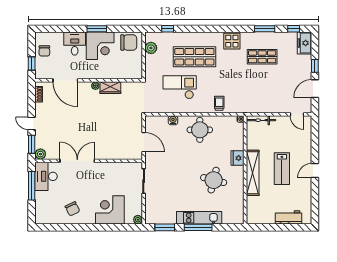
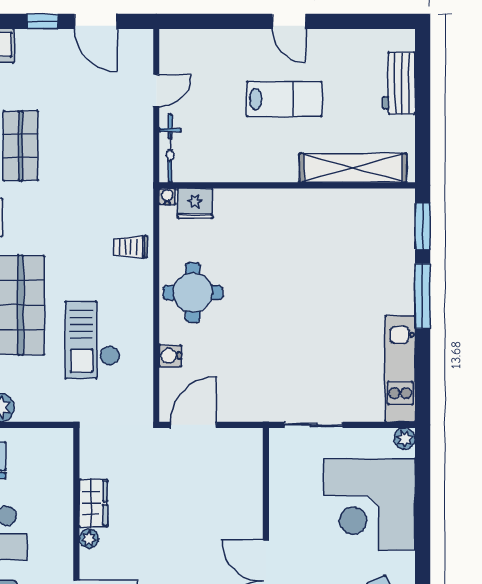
door: (297, 114) -> (156, 90), moved
door: (144, 142) -> (194, 425), moved
fridge: (238, 158) -> (195, 204), moved
shelving: (253, 173) -> (353, 168), moved
round table: (214, 180) -> (311, 260), removed
corner desk: (110, 210) -> (369, 504), width x1.36, depth x1.36
kitchen unit: (199, 218) -> (400, 369), moved
window: (165, 227) -> (423, 226), moved

